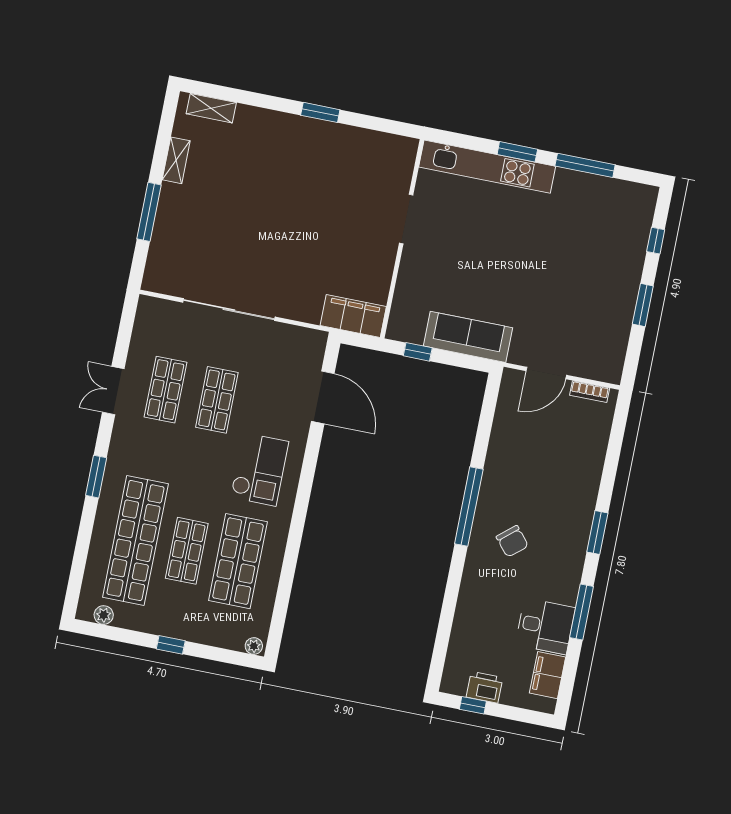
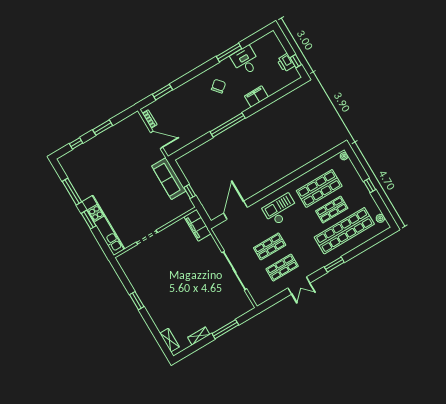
window: (597, 533) -> (162, 92), moved
chair: (512, 541) -> (218, 86), moved
filing cabinet: (548, 675) -> (256, 97), moved, turned 180

